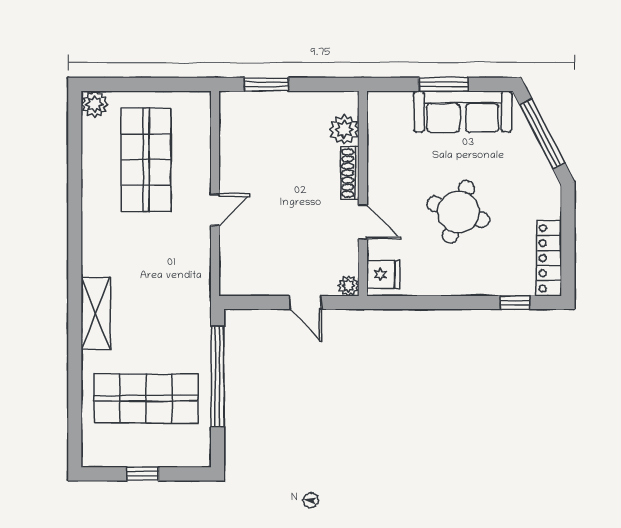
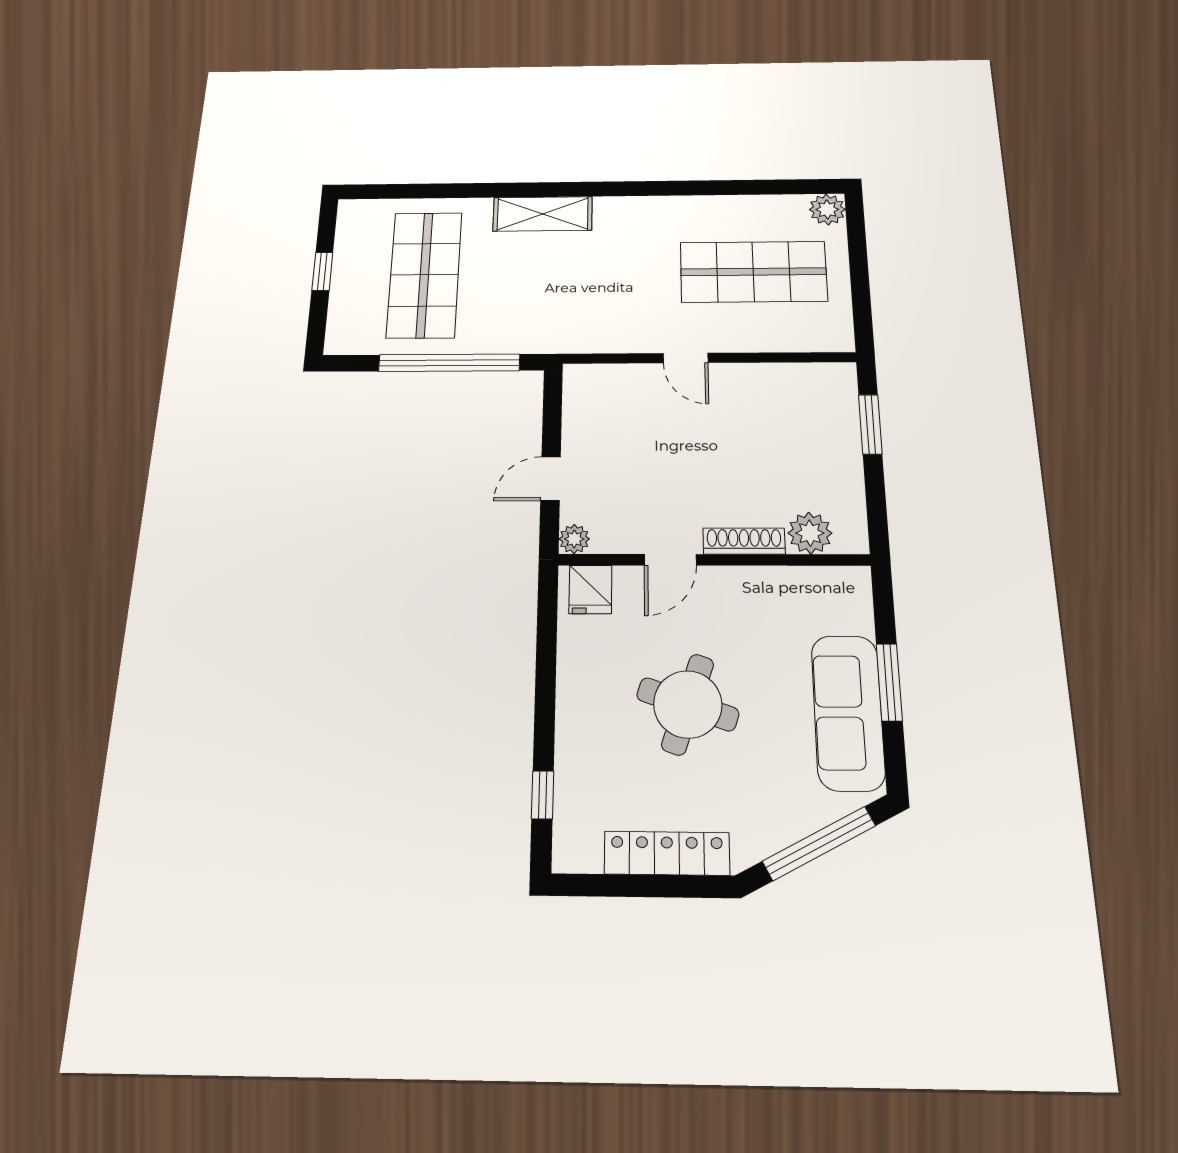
locker: (549, 258) -> (667, 853), moved

